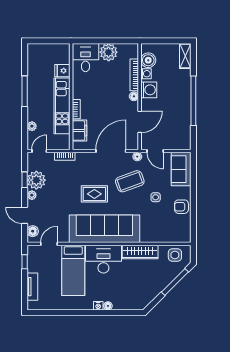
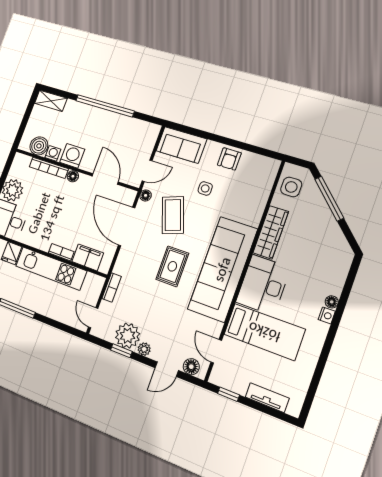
plant: (32, 126) -> (60, 315), removed

